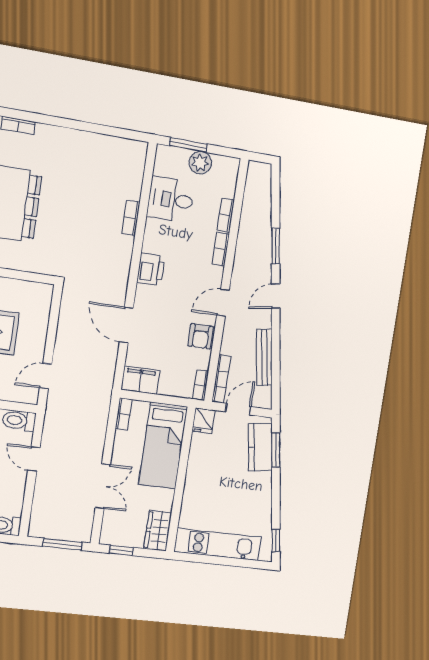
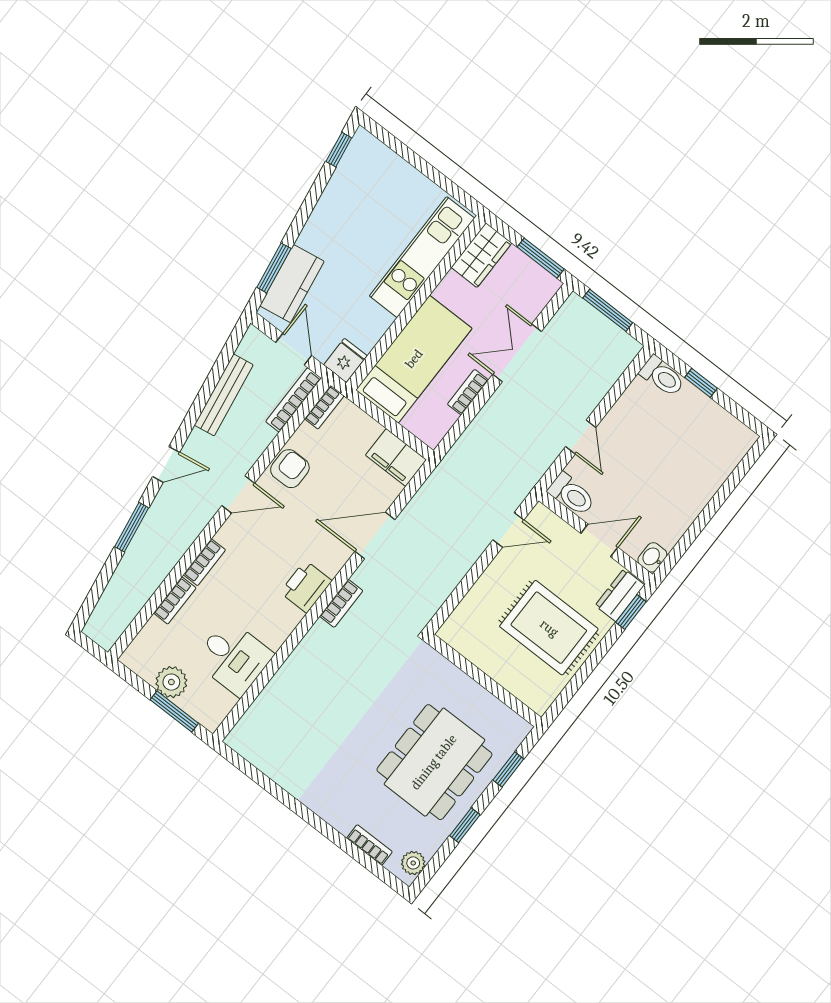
bookcase: (131, 218) -> (341, 603), moved
door: (126, 325) -> (375, 535), swing flipped
door: (238, 409) -> (294, 349), swing flipped
bookcase: (124, 414) -> (468, 392), moved
kitchen unit: (218, 544) -> (422, 257), moved, turned 90
window: (121, 550) -> (541, 258), width x1.50

